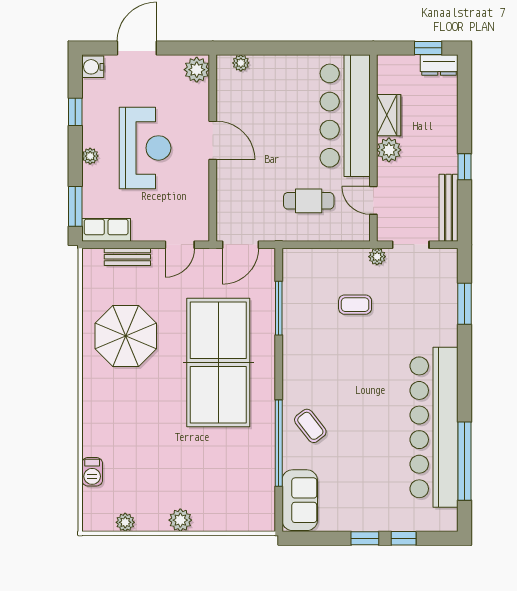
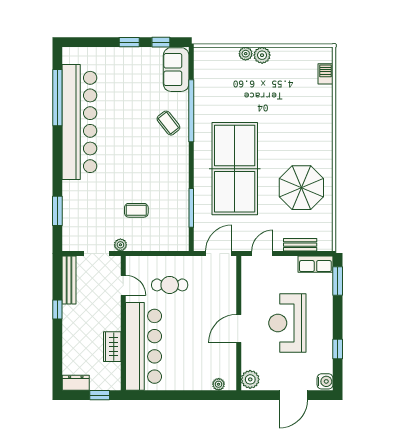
window: (428, 48) -> (100, 395), moved
door: (213, 140) -> (239, 328), hinge flipped
plant: (389, 150) -> (112, 322), removed
plant: (90, 156) -> (327, 317), removed
barbecue: (92, 472) -> (325, 74), moved
plant: (125, 522) -> (246, 54), moved
window: (404, 538) -> (161, 42), moved

